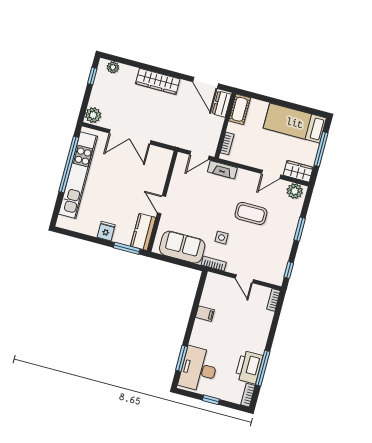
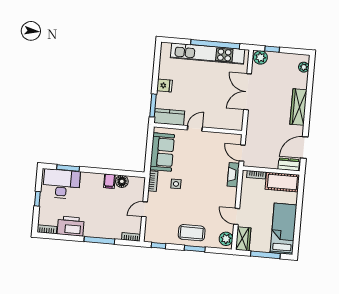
window: (92, 76) -> (272, 49), moved
cot: (240, 109) -> (282, 182), width x1.37, depth x1.34
coffee table: (251, 213) -> (192, 233), moved, turned 90
floor lamp: (208, 299) -> (122, 181), added
window: (263, 368) -> (99, 240), moved

